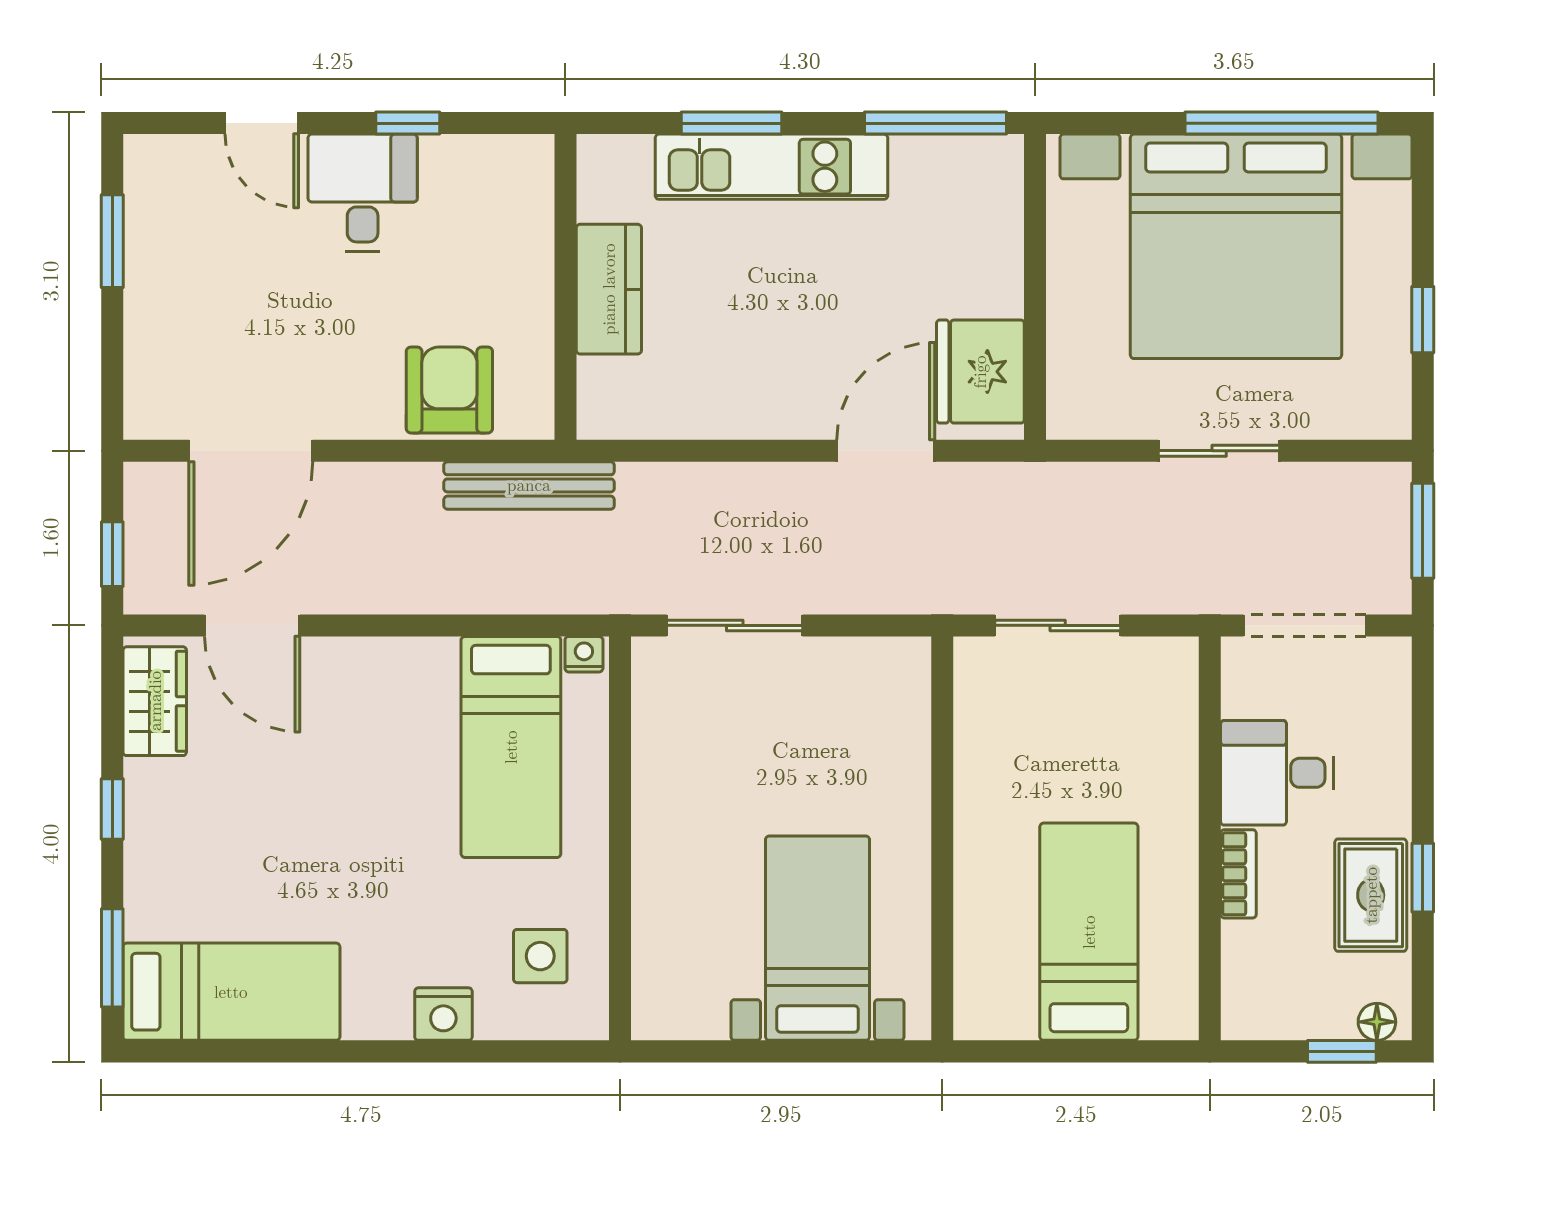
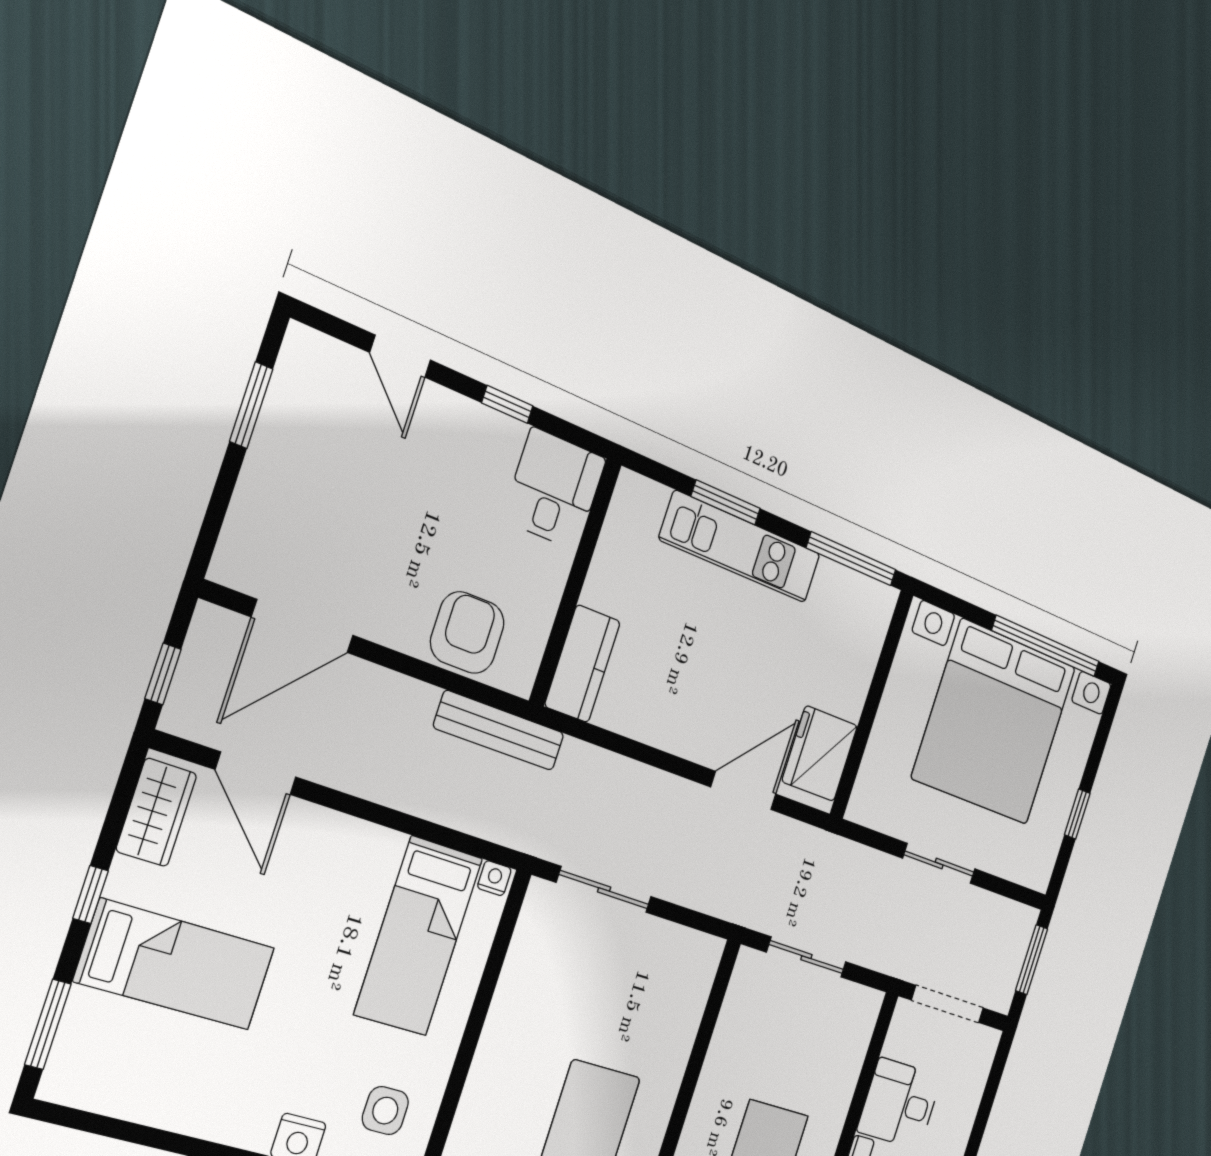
desk: (363, 193) -> (554, 489), moved
kitchen counter: (609, 289) -> (582, 664), moved
bed: (231, 992) -> (175, 965), moved

